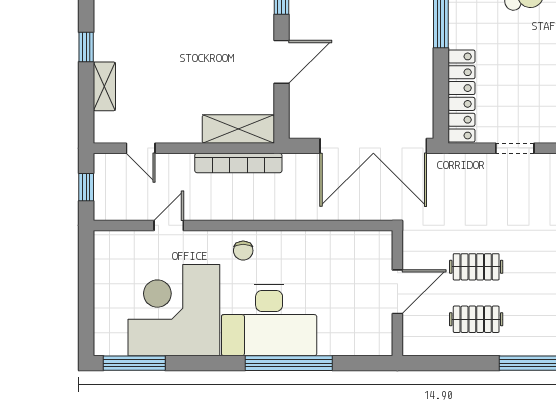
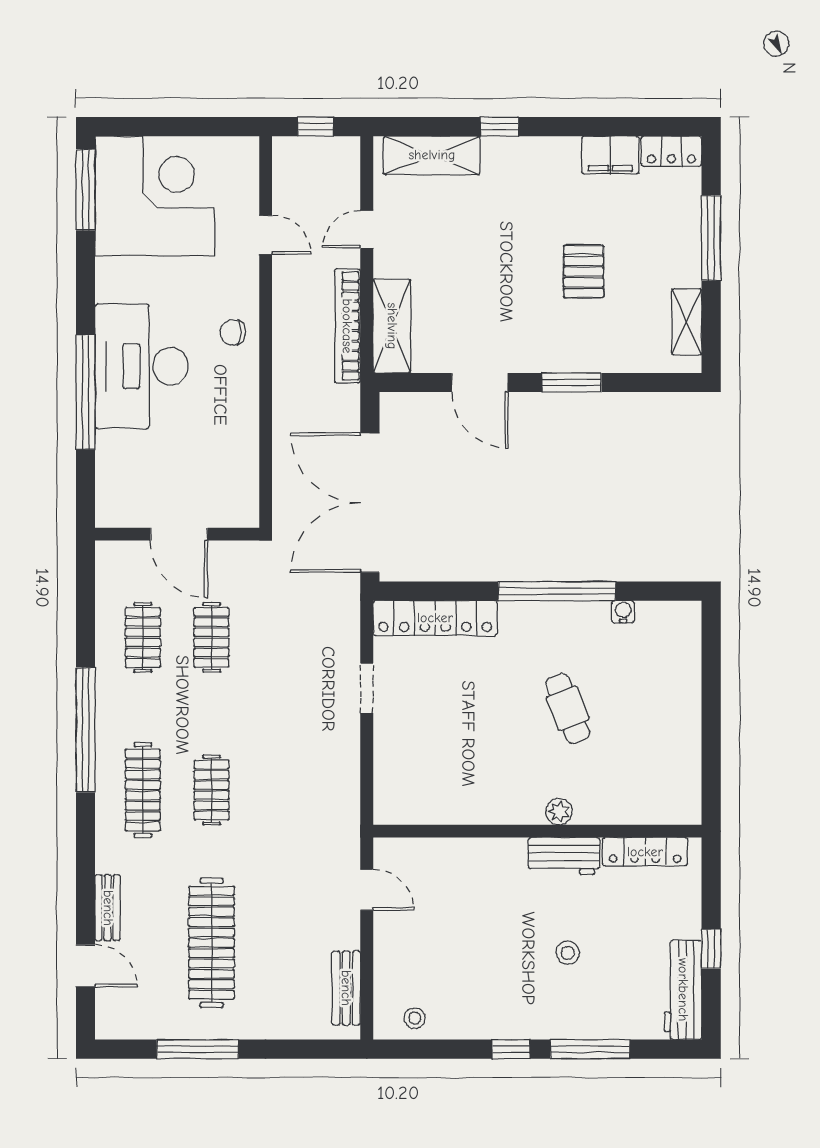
shelving: (104, 86) -> (432, 155), width x1.50, depth x1.33
door: (141, 148) -> (367, 229), moved
corner desk: (174, 310) -> (155, 196), moved

